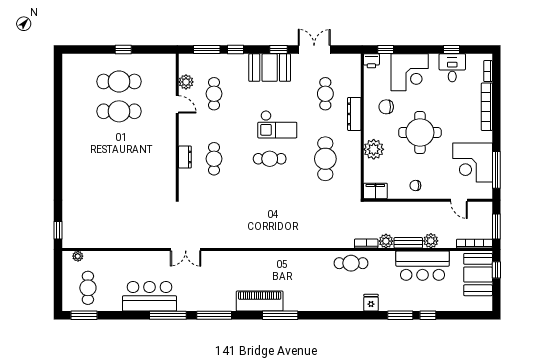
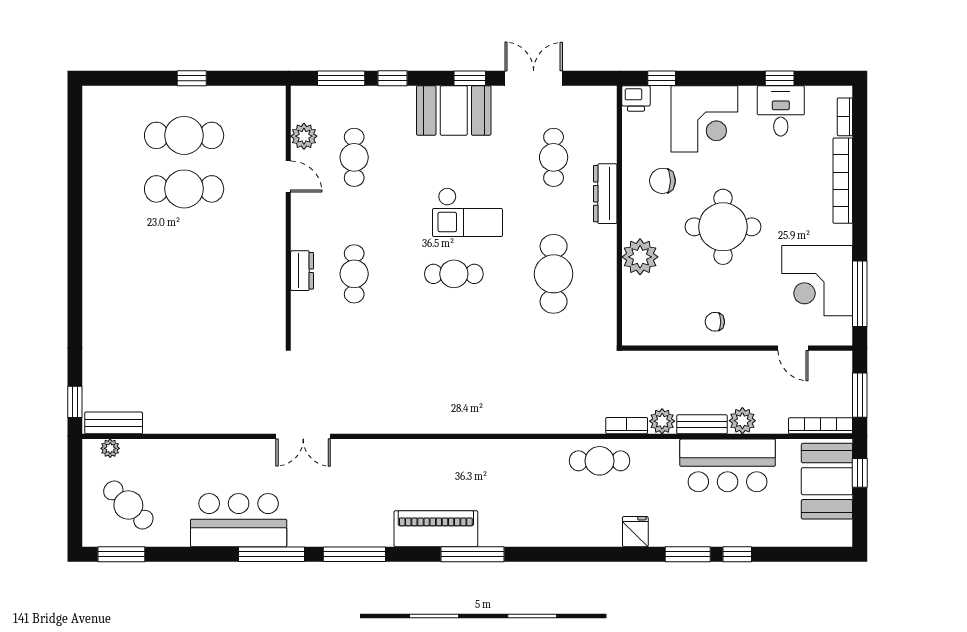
filing cabinet: (375, 191) -> (643, 332), removed
bench: (80, 242) -> (114, 423), added
cafe table: (88, 288) -> (128, 505), turned -46

